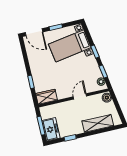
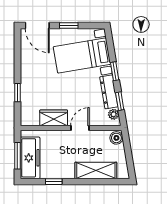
dresser: (94, 67) -> (109, 92), added
wardrobe: (46, 97) -> (54, 118), moved
freezer: (51, 129) -> (30, 158), width x1.40

